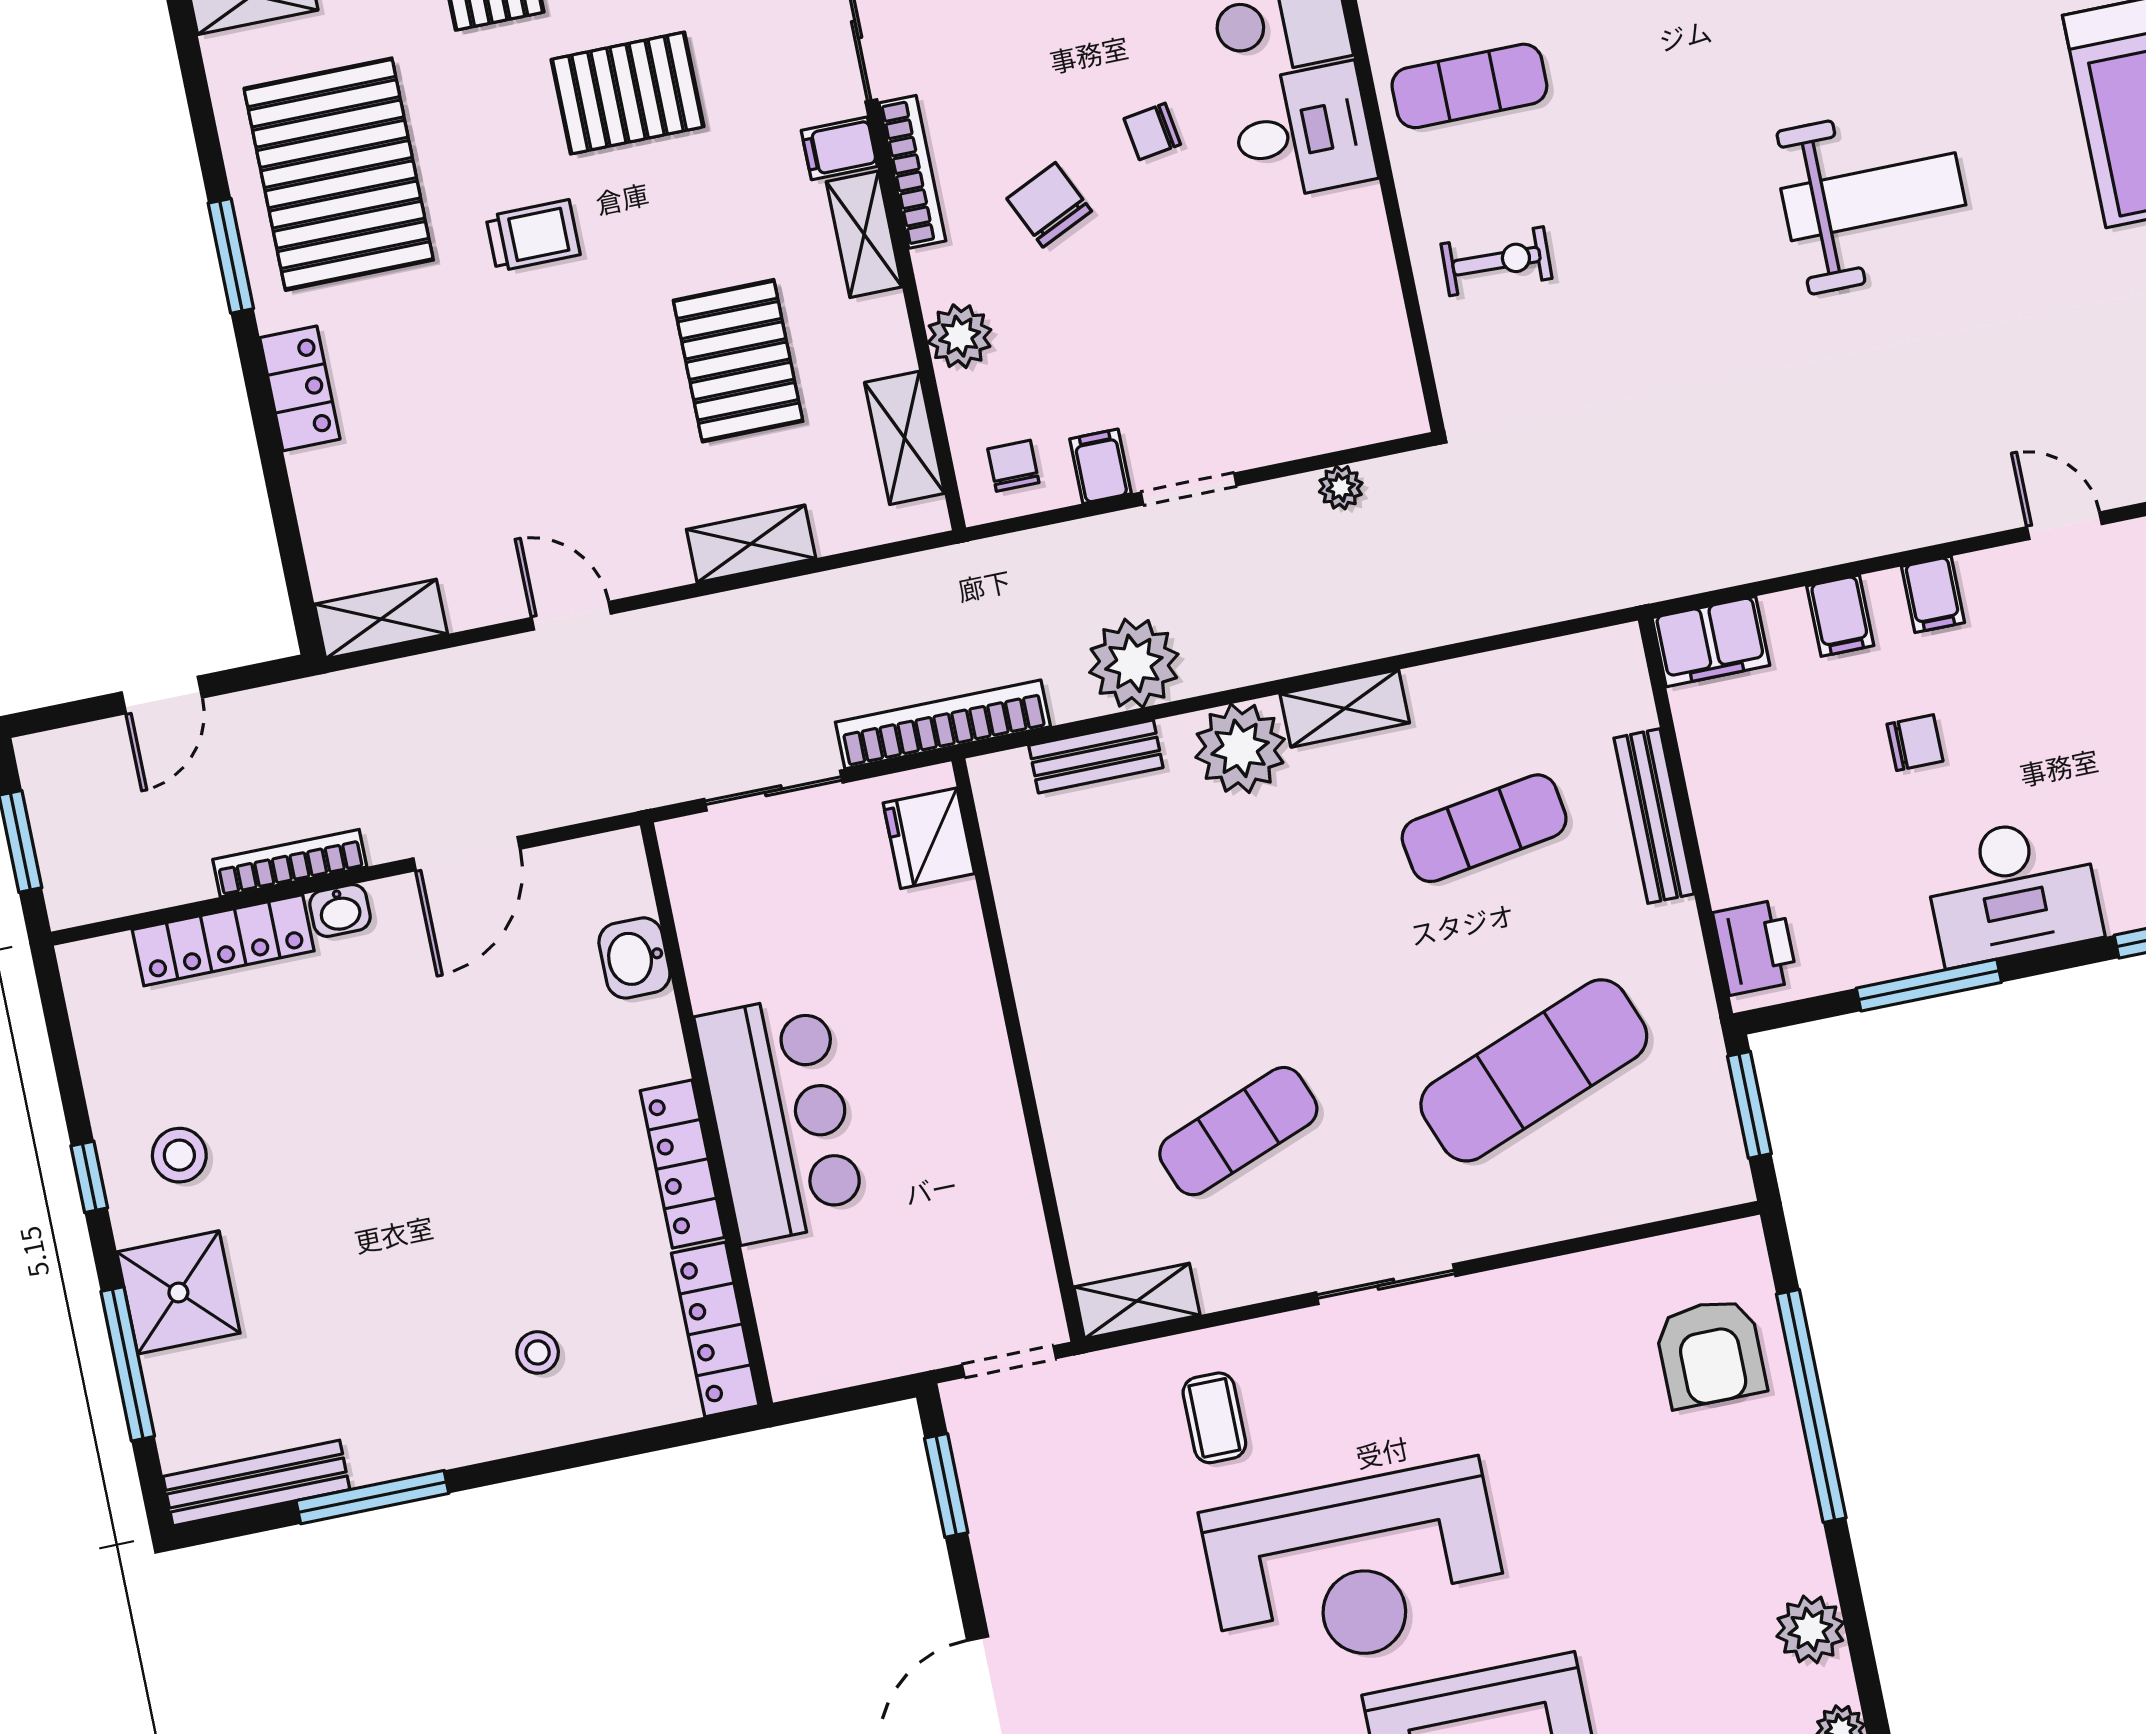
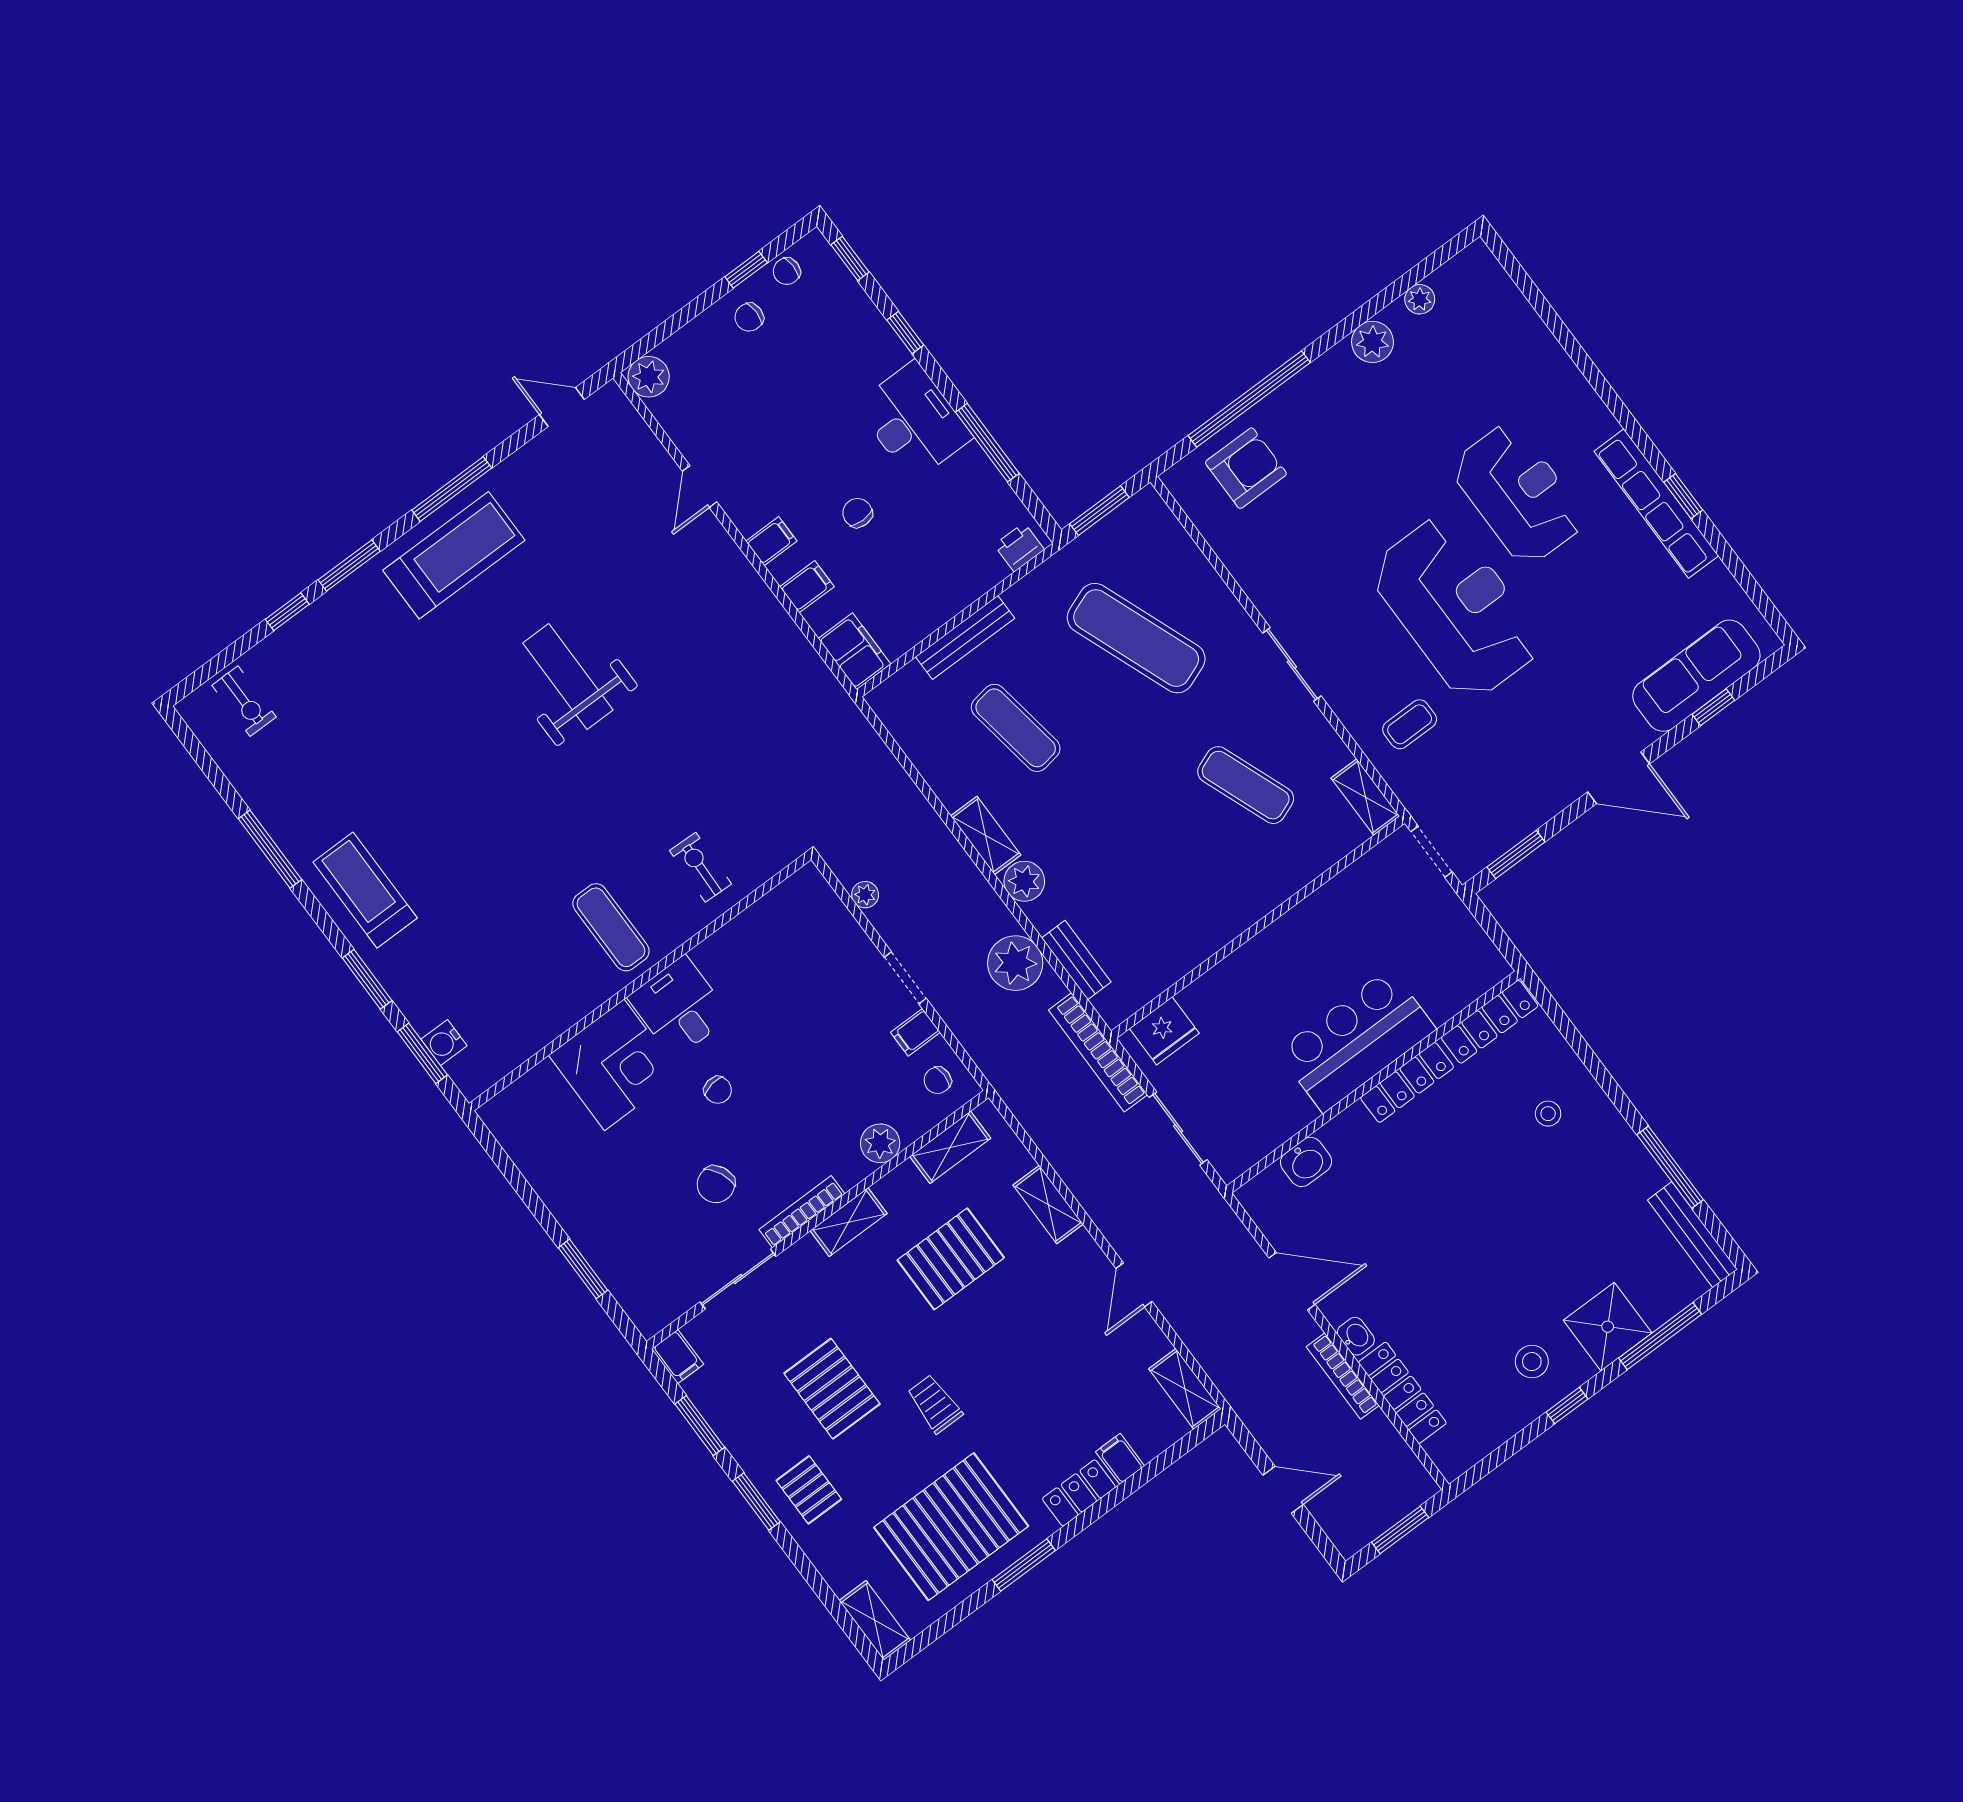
filing cabinet: (839, 148) -> (1120, 1459), moved, turned 180
chair: (1049, 205) -> (716, 1184), moved
plant: (1240, 748) -> (1024, 881), width x0.73, depth x0.73
printer: (1755, 947) -> (1019, 547), width x0.73, depth x0.81

